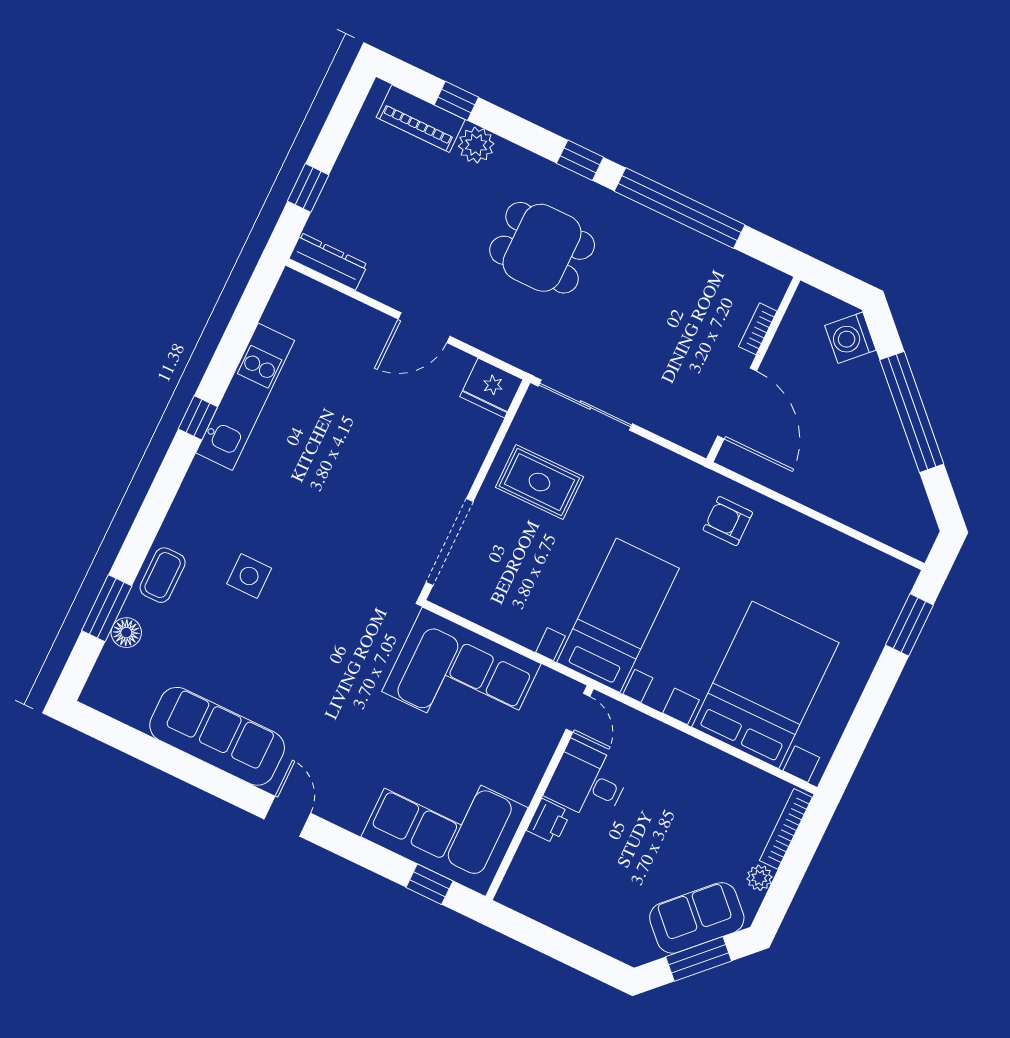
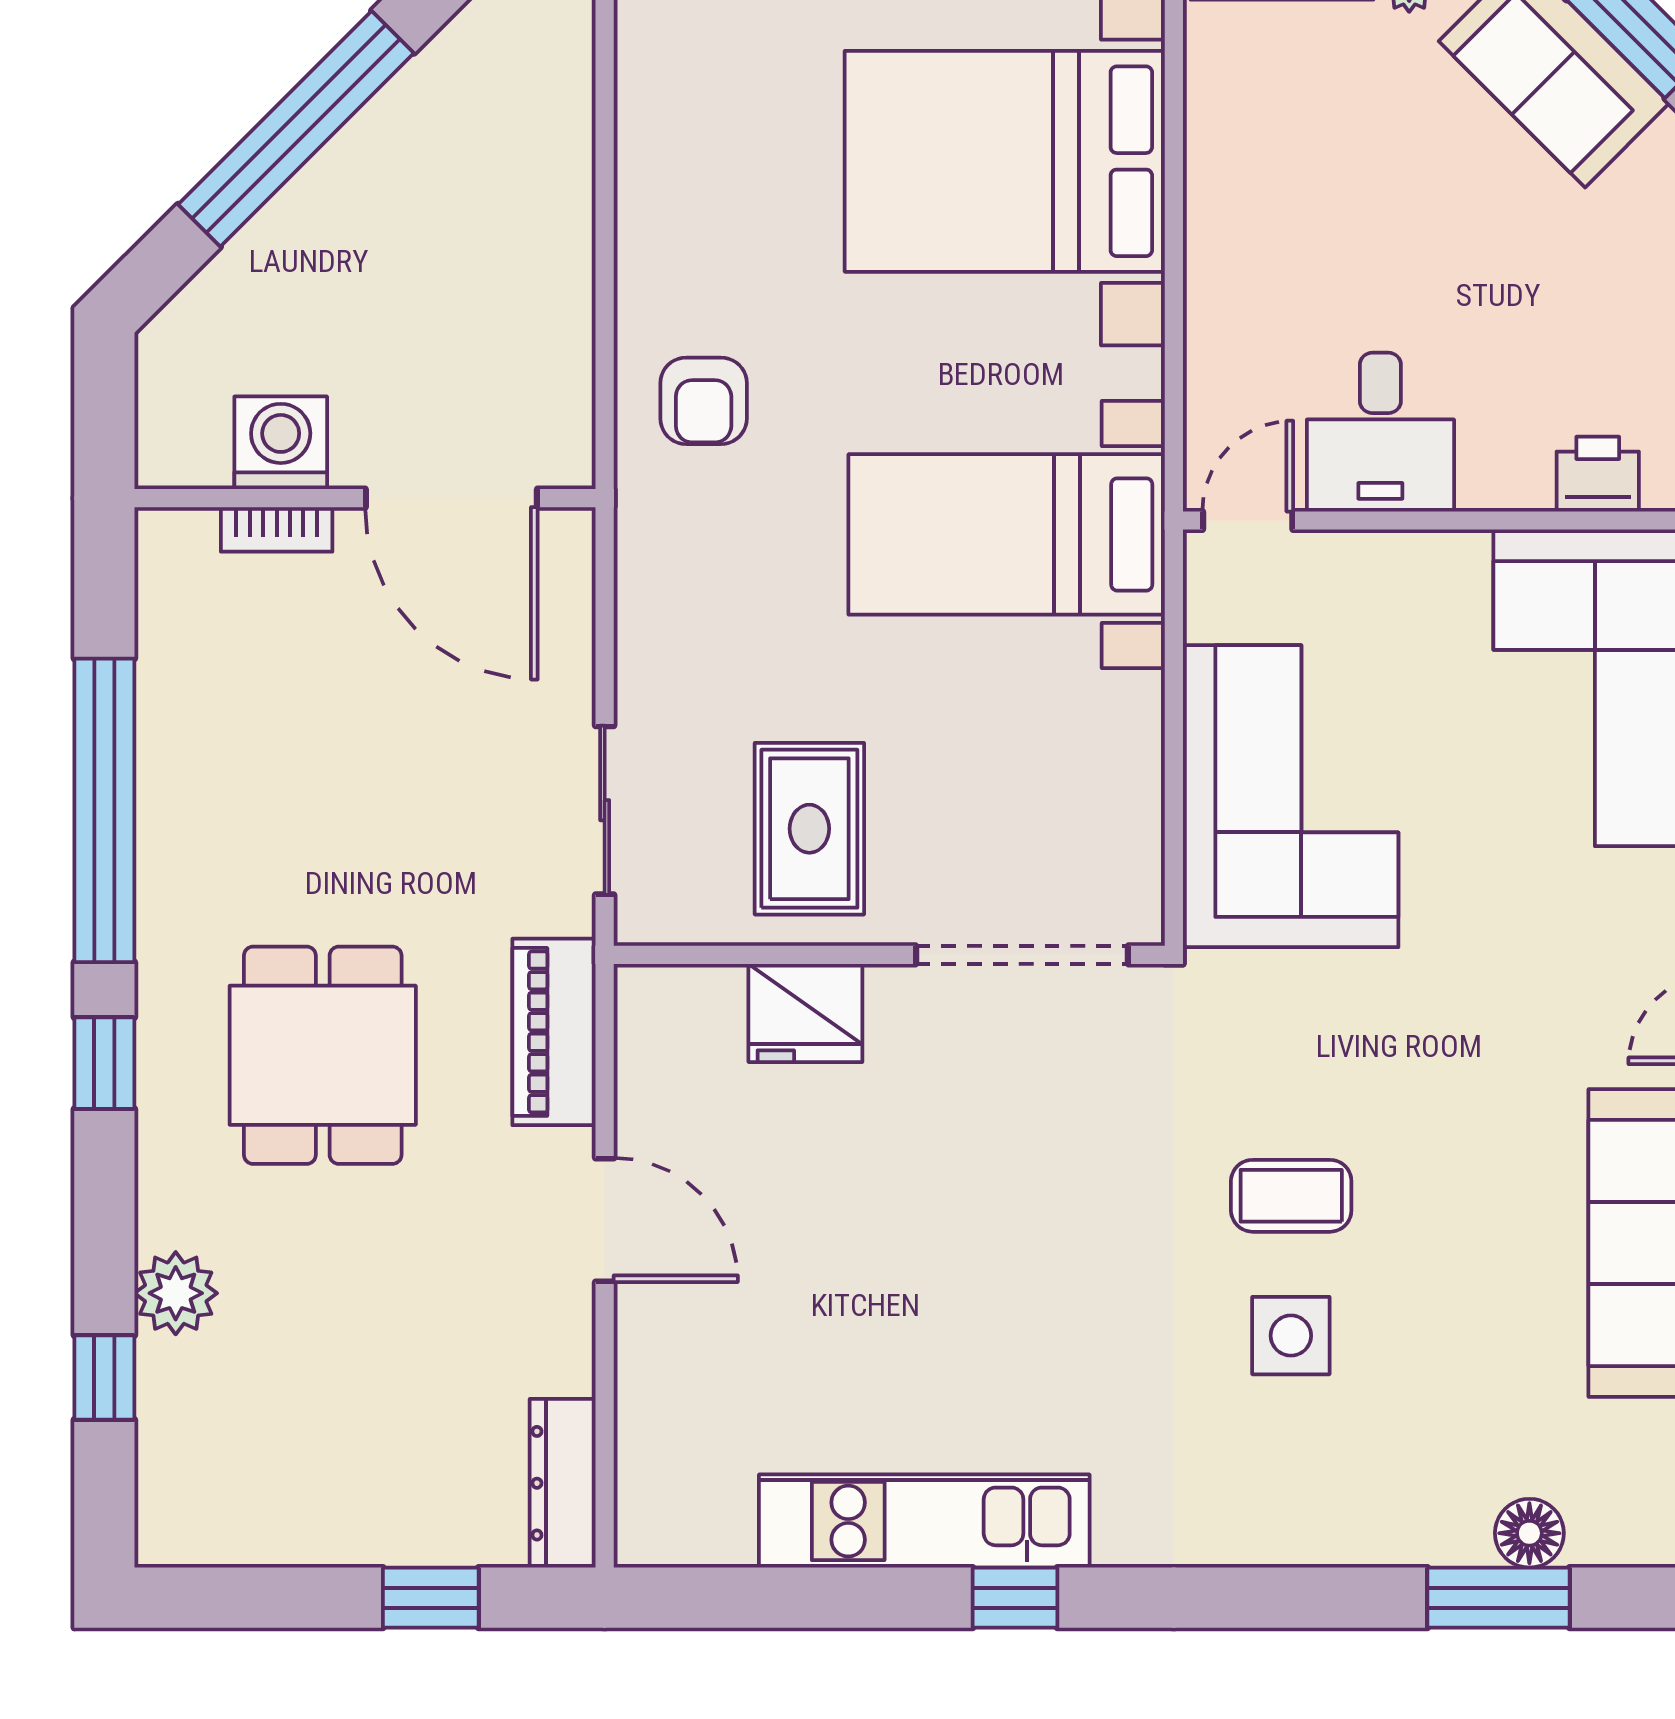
piano: (421, 119) -> (554, 1032), moved, turned 180
washing machine: (850, 338) -> (281, 443), moved, turned -135
fridge: (491, 388) -> (805, 1013), moved, turned 90
door: (737, 403) -> (451, 498), swing flipped
sliding door: (585, 405) -> (605, 810), width x0.73
coffee table: (163, 575) -> (1291, 1196), moved
printer: (549, 821) -> (1598, 474), moved

